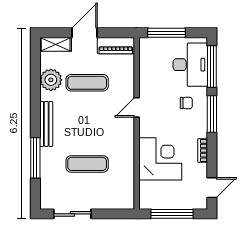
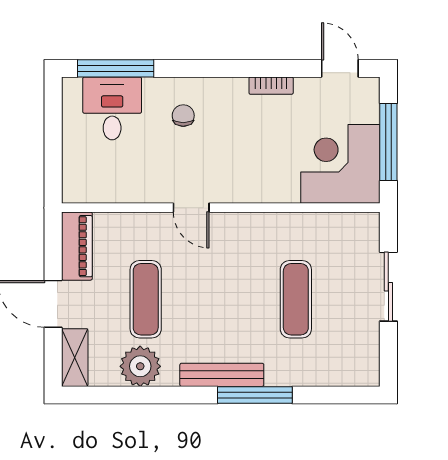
window: (166, 33) -> (53, 152), removed
desk: (190, 65) -> (112, 108), width x0.73
window: (212, 114) -> (203, 68), removed
window: (35, 158) -> (255, 395), moved
corner desk: (160, 159) -> (340, 164), moved
sliding door: (72, 214) -> (388, 287), moved

